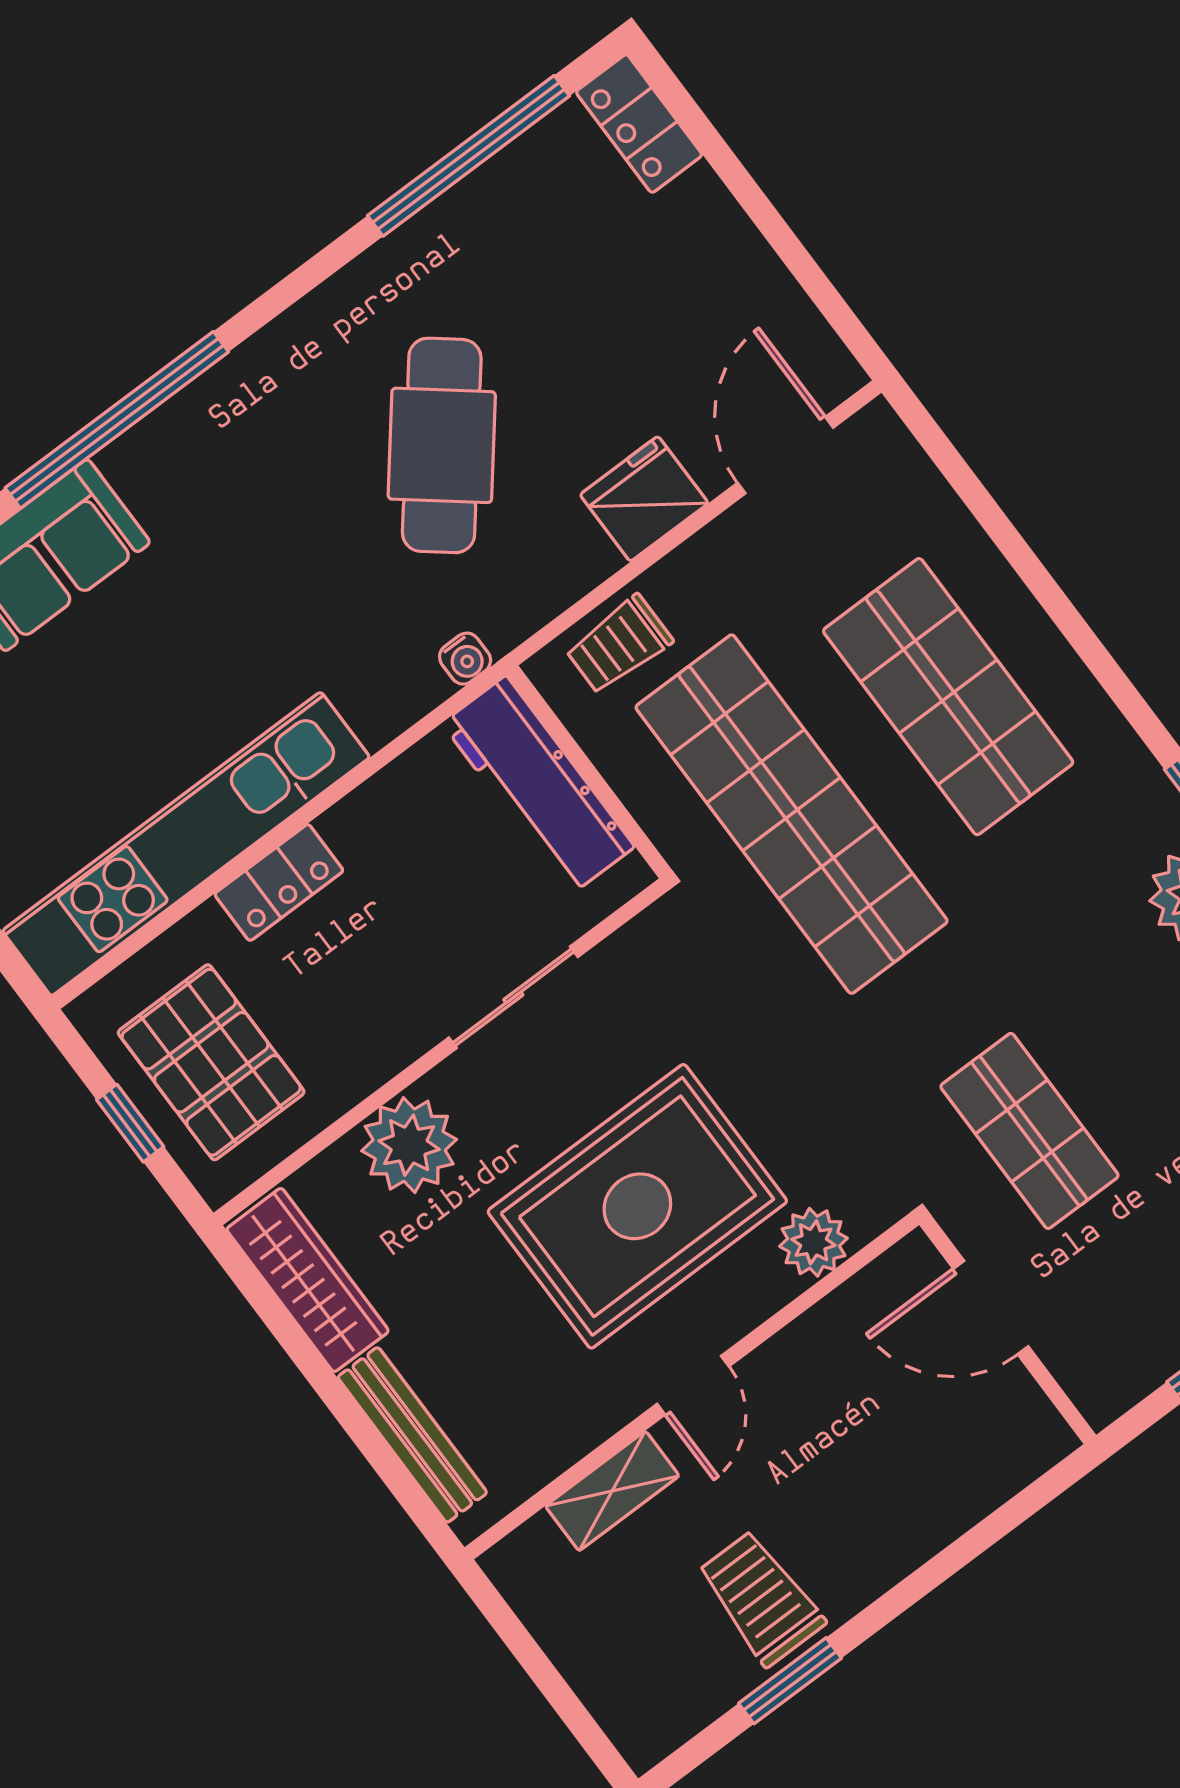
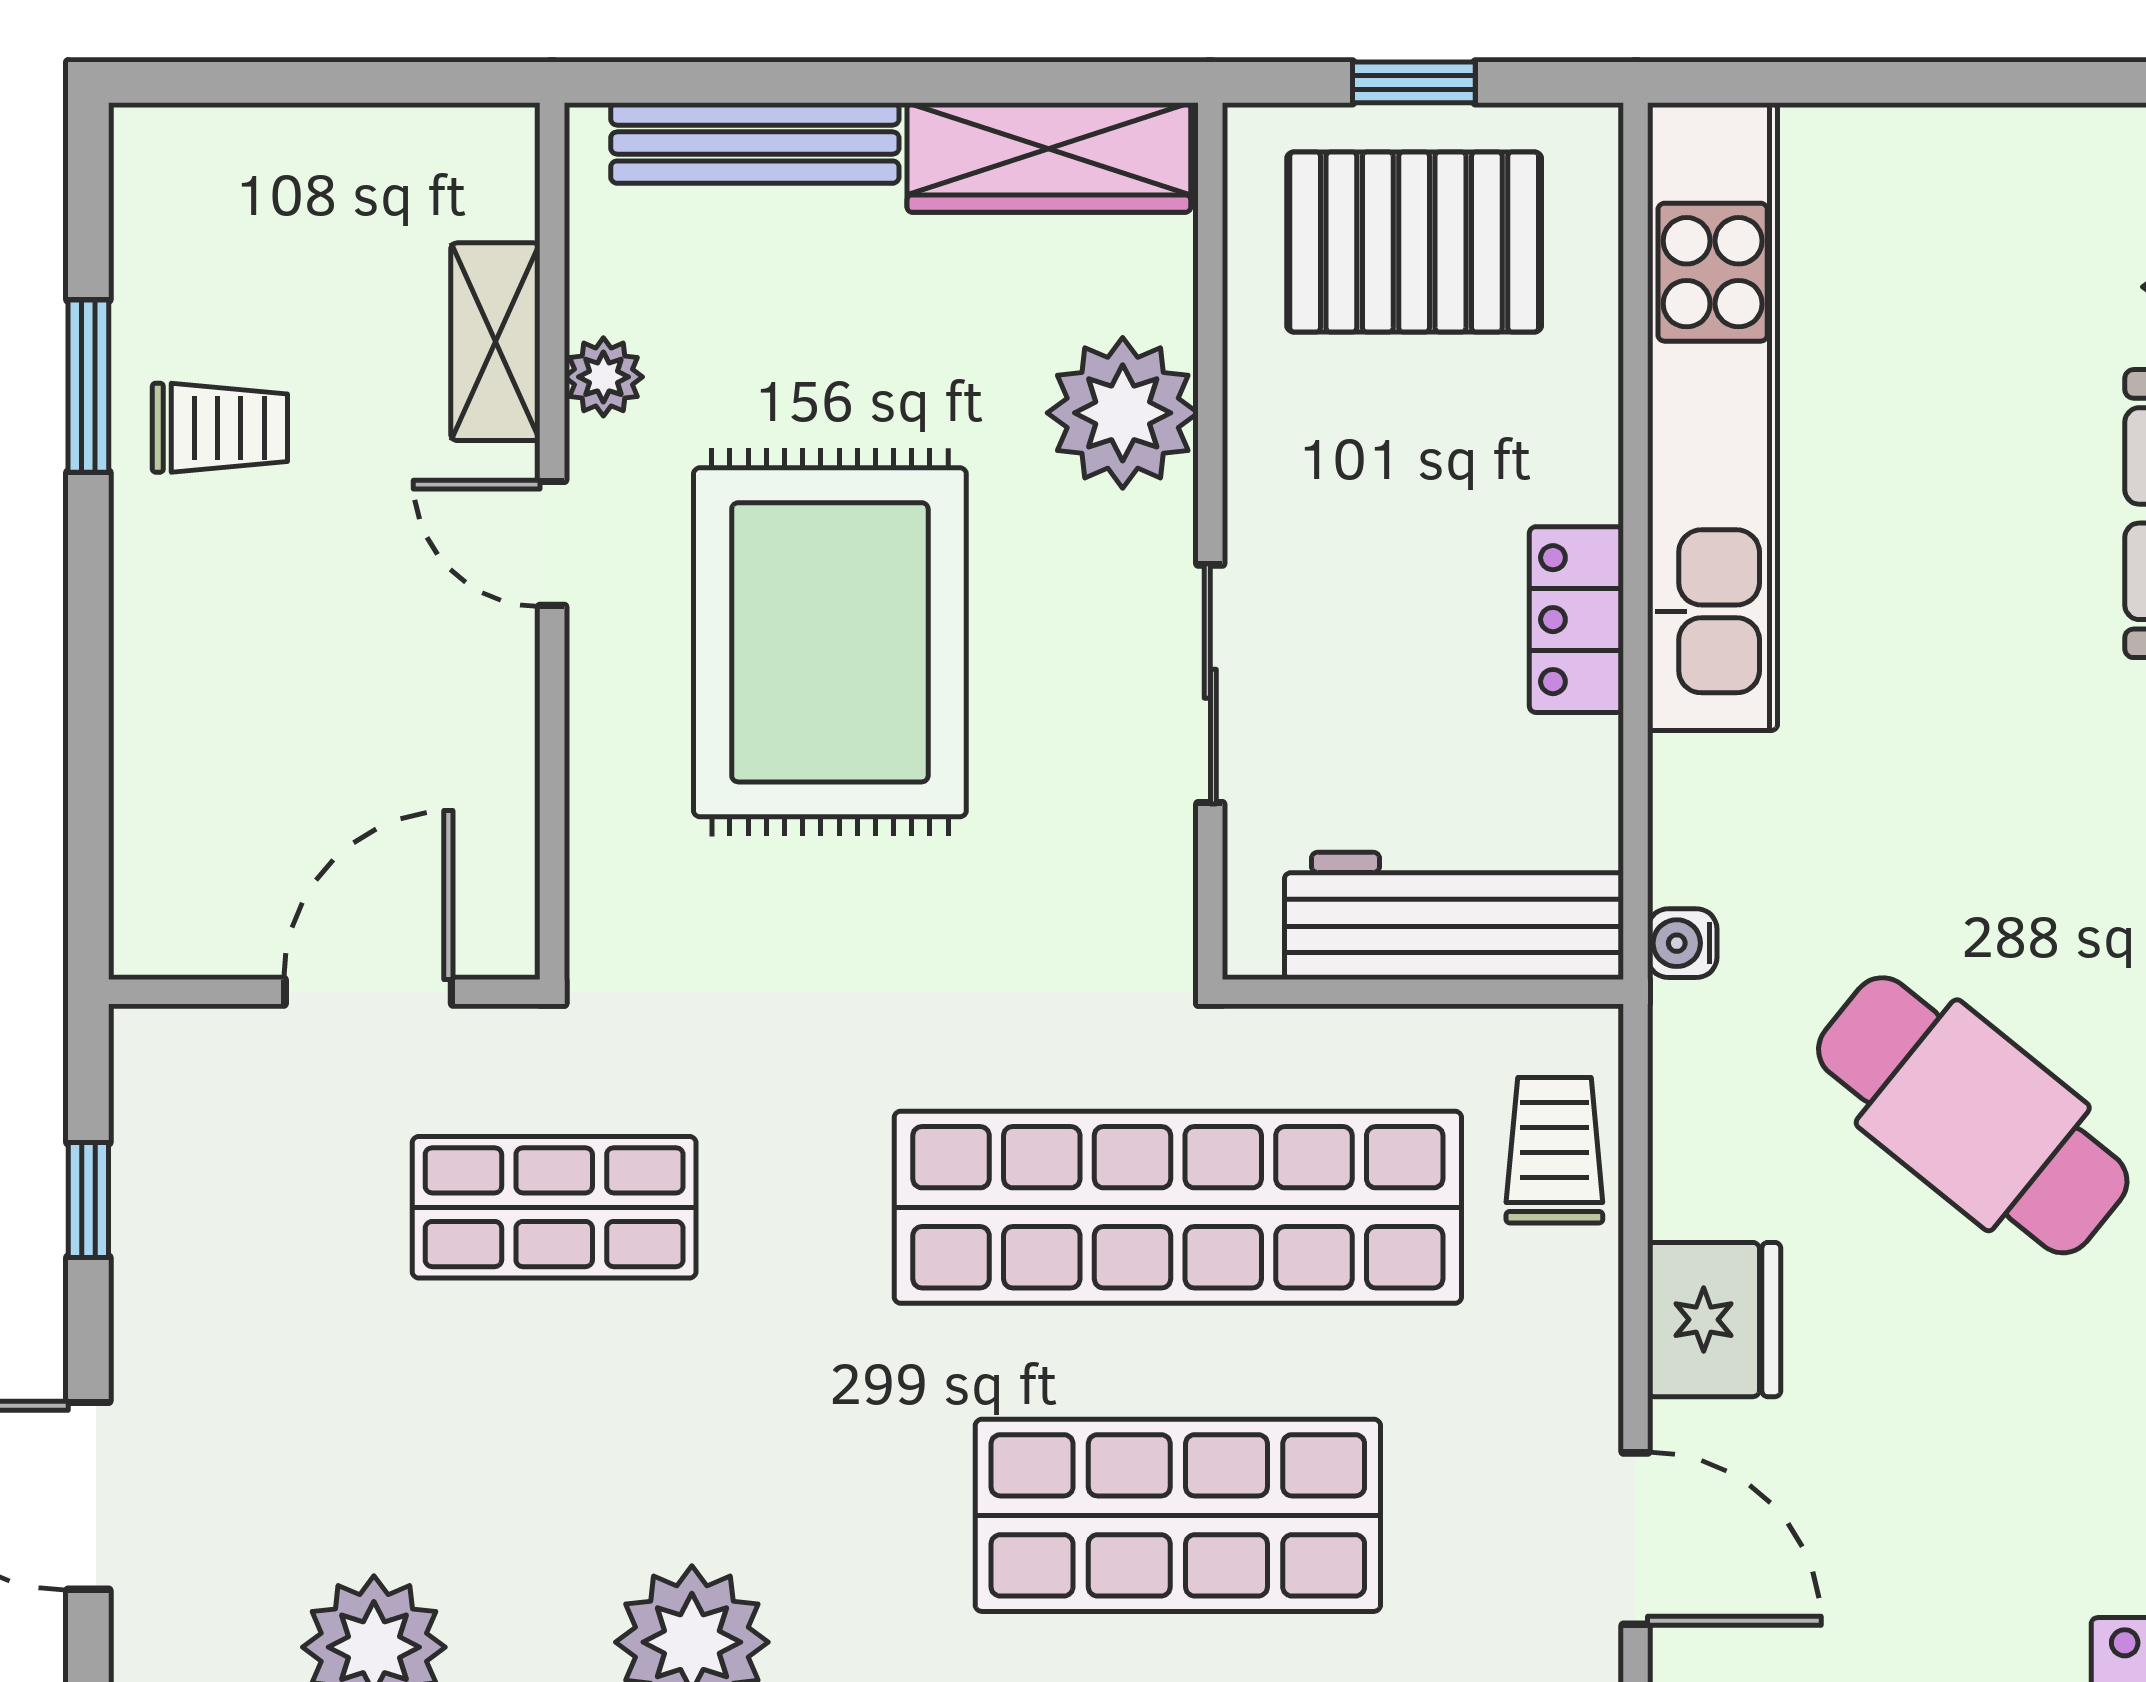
locker: (279, 882) -> (1576, 620), moved
plant: (813, 1242) -> (603, 377), moved, width x0.73, depth x0.73
trolley: (761, 1598) -> (220, 428), width x0.73, depth x0.72

